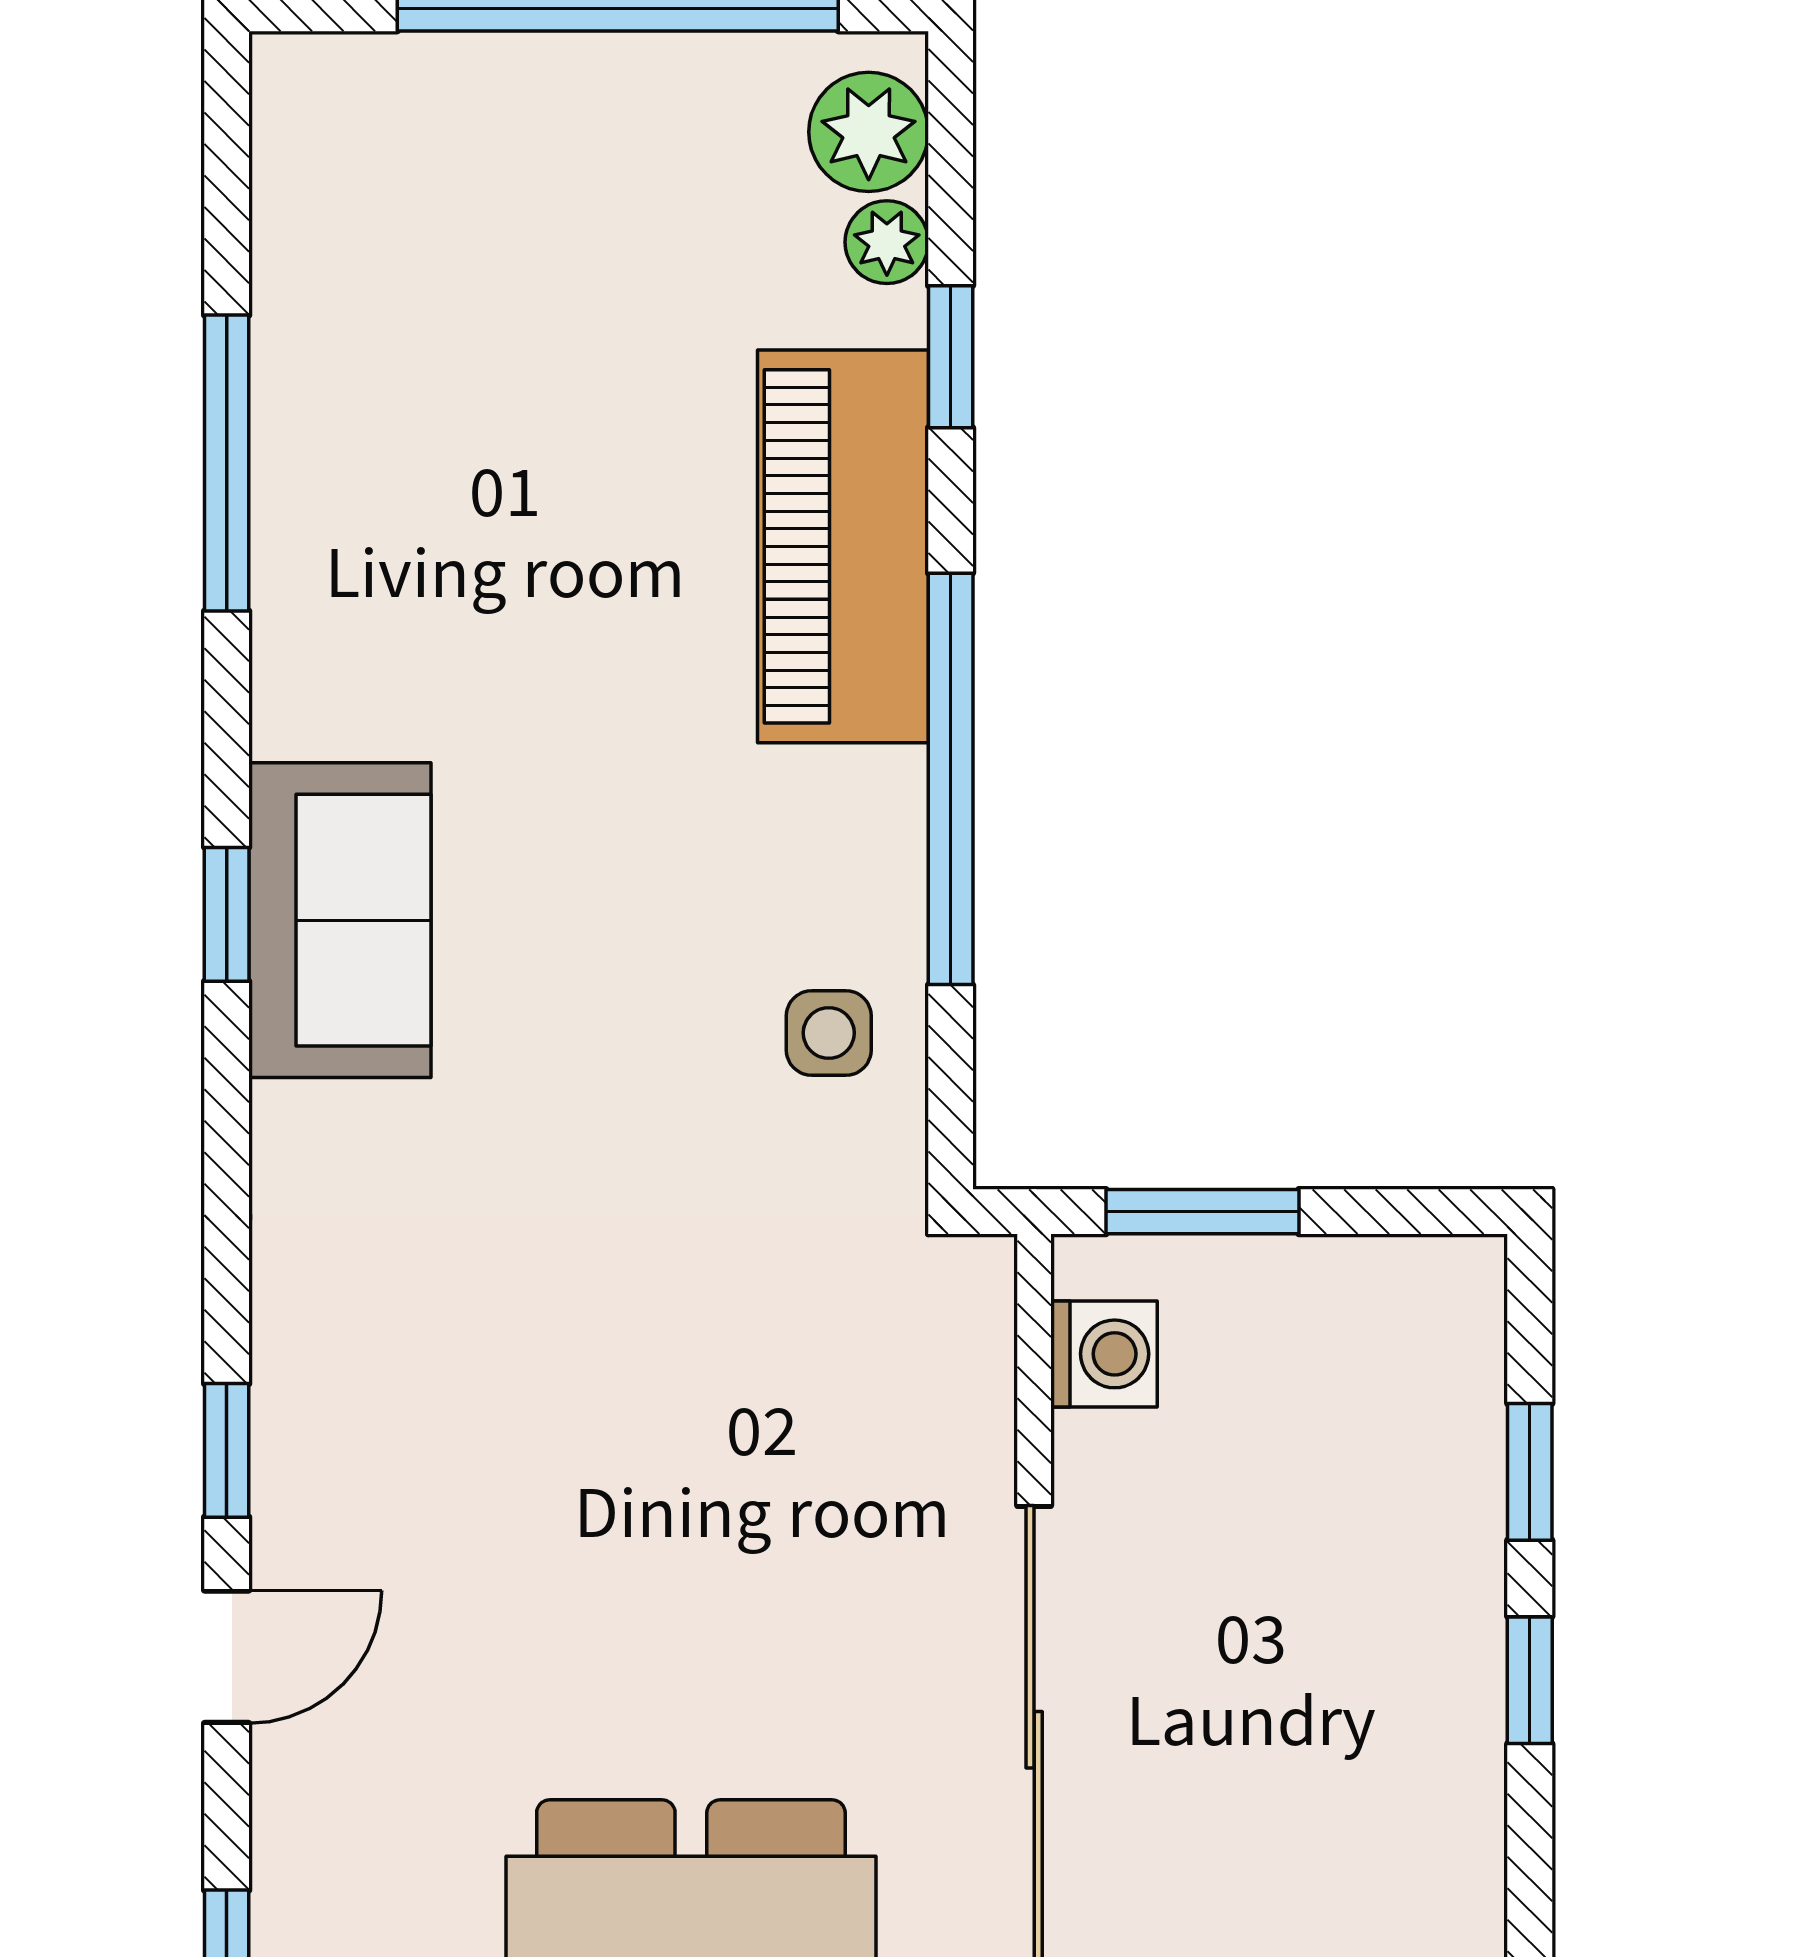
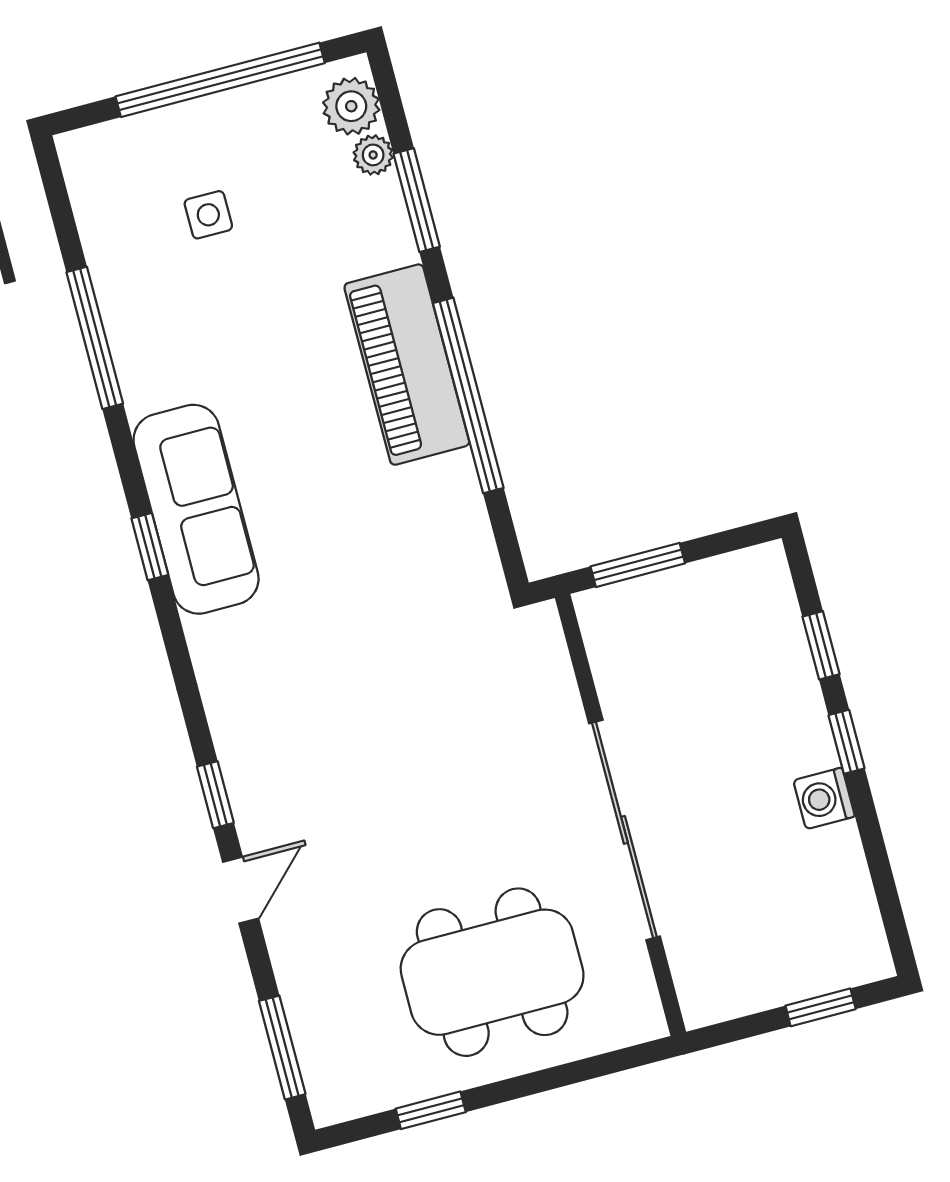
window: (951, 357) -> (417, 200), width x1.50
piano: (843, 546) -> (407, 365), moved
sofa: (340, 920) -> (196, 509), width x1.36
side table: (829, 1033) -> (208, 215), moved
washing machine: (1104, 1354) -> (824, 798), moved, turned 180

